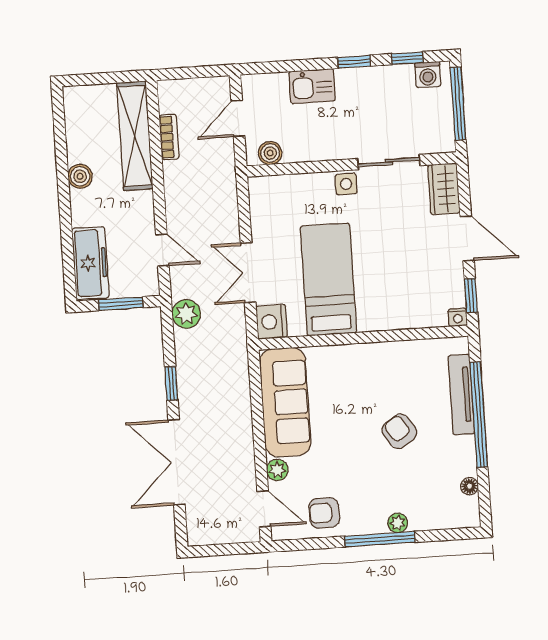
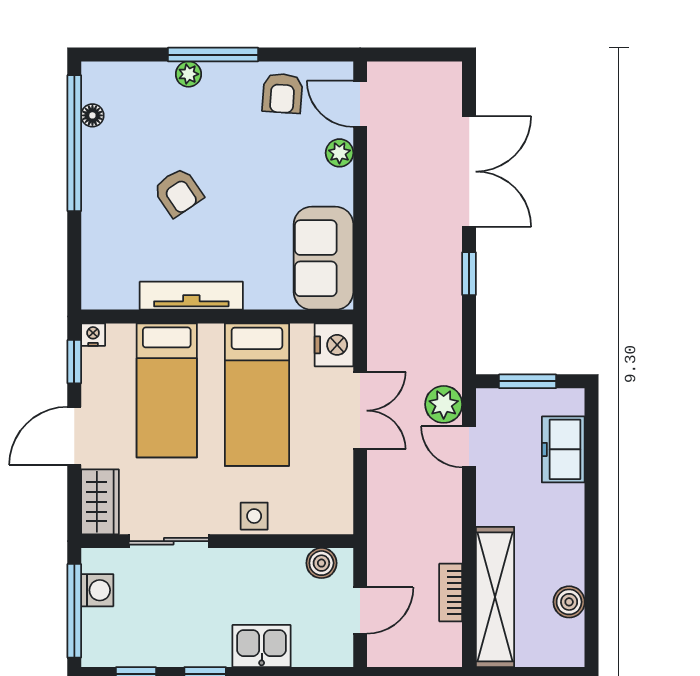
washing machine: (428, 75) -> (97, 590), moved, turned 90
boiler: (80, 176) -> (569, 602), moved
side table: (346, 184) -> (254, 516), moved
door: (467, 238) -> (74, 436), hinge flipped
freezer: (90, 263) -> (563, 449), width x0.71
bed: (398, 278) -> (167, 390), added
plant: (186, 314) -> (444, 404), moved
tv unit: (461, 395) -> (191, 296), moved, turned -90
sofa: (285, 402) -> (323, 258), width x0.73
window: (479, 415) -> (74, 143), moved
armchair: (324, 513) -> (282, 93), turned 95

